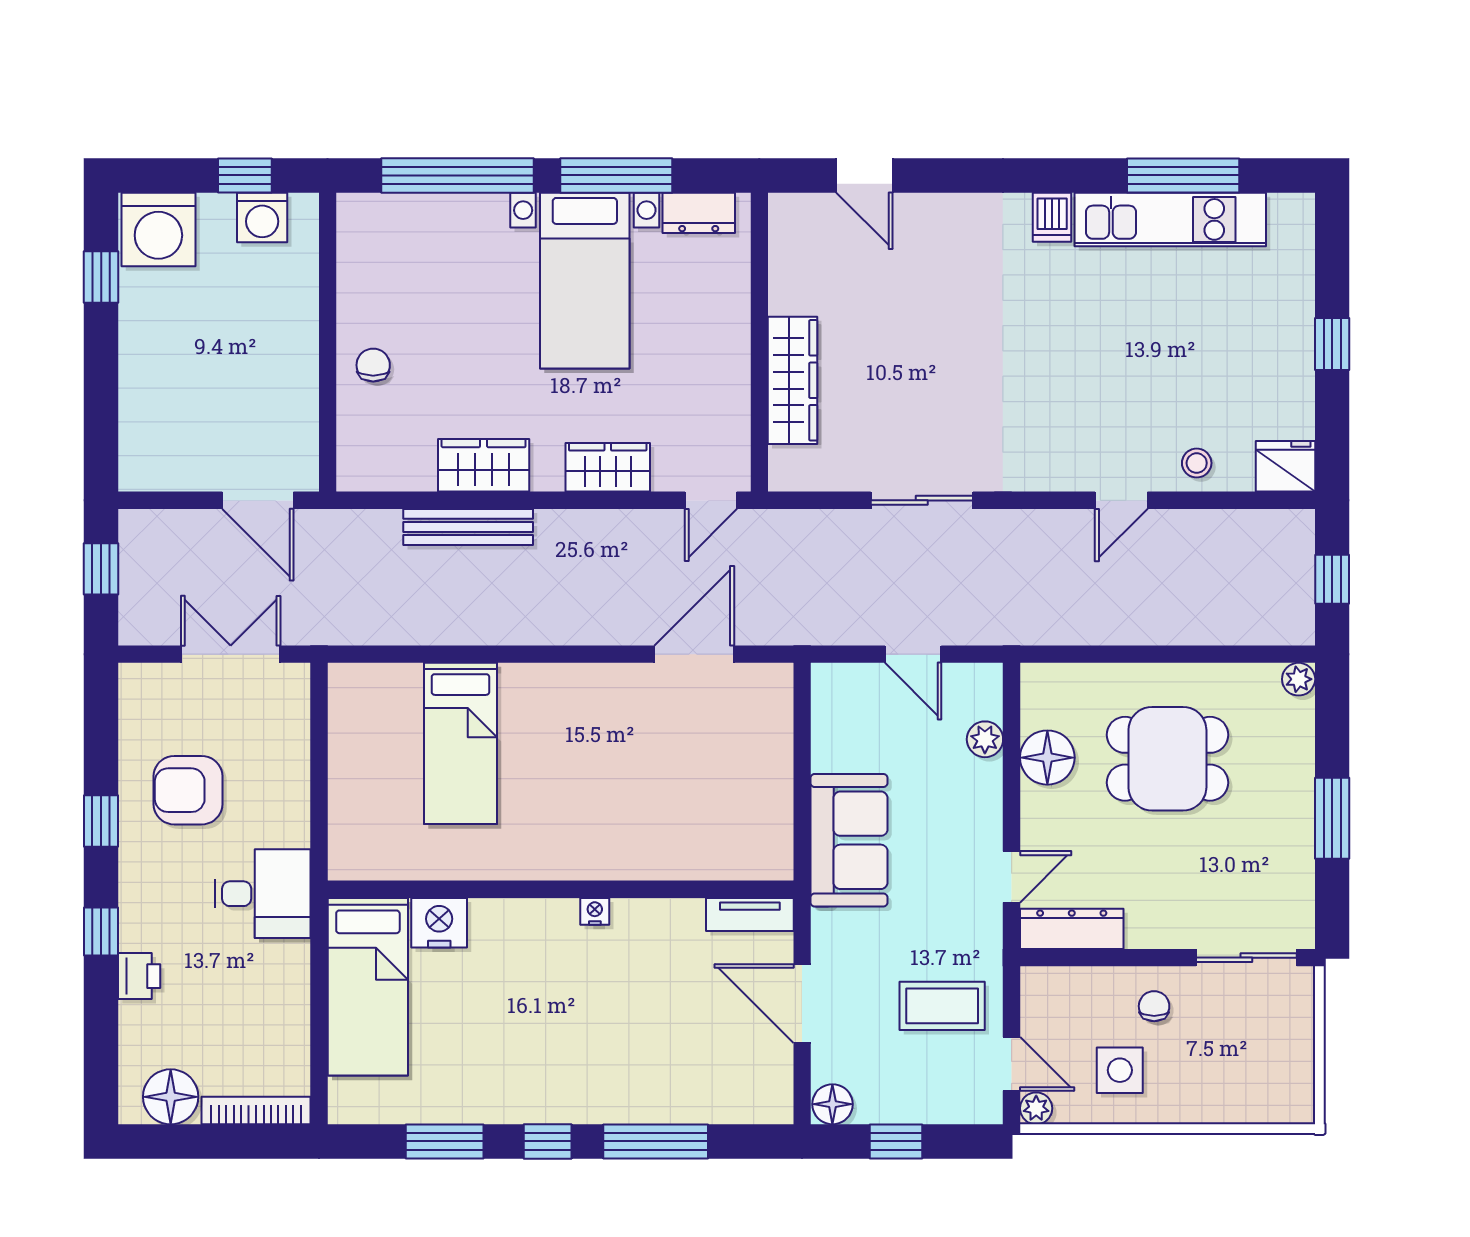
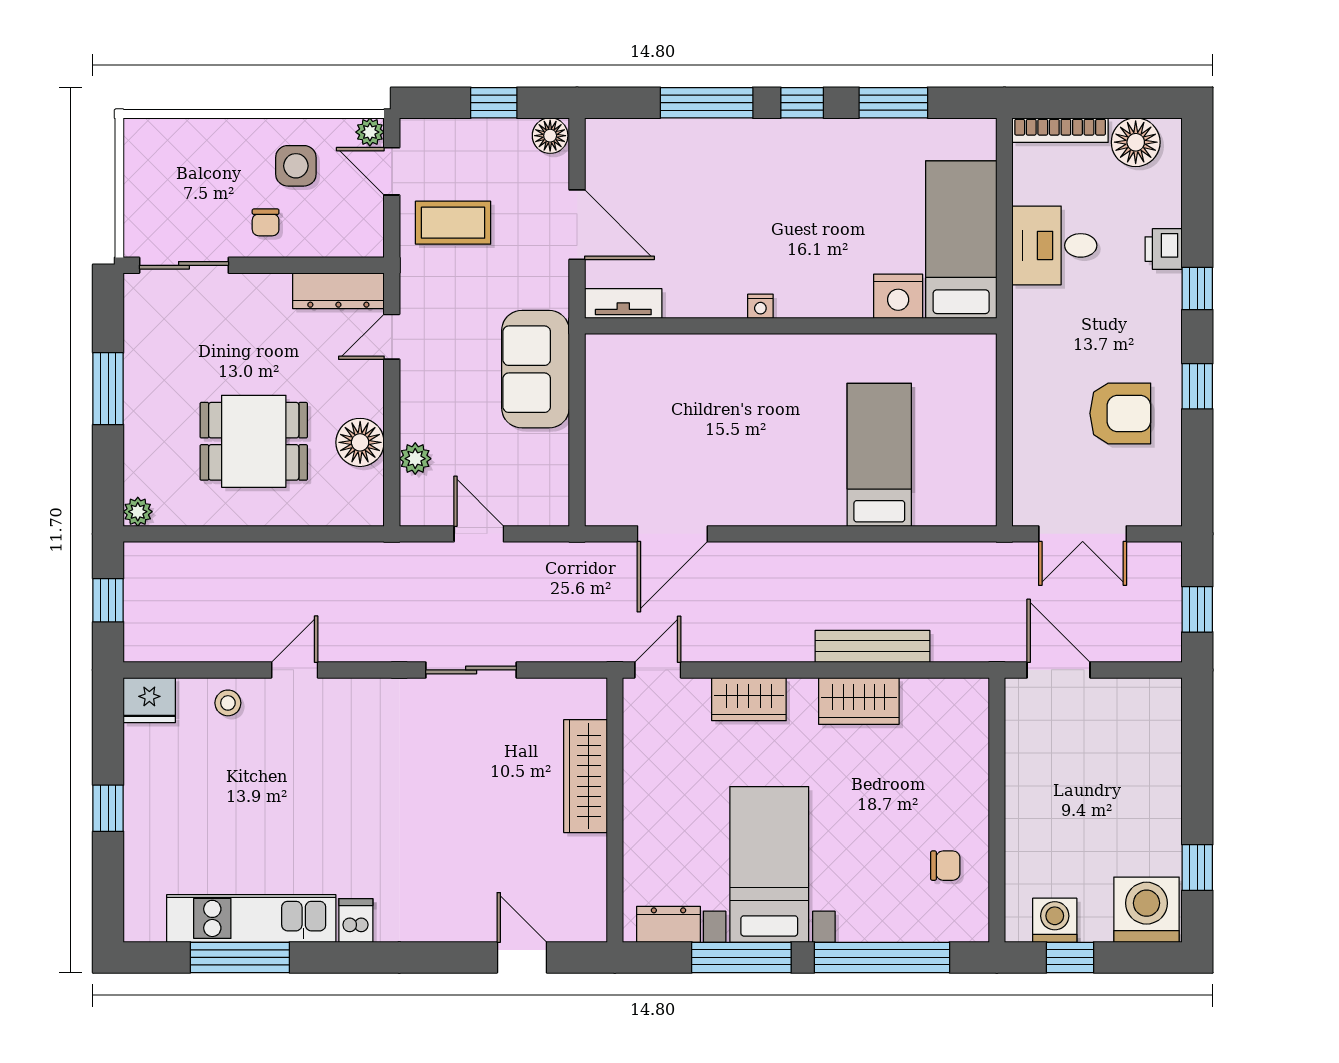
chair: (373, 365) -> (945, 866), moved, turned -90
desk: (263, 894) -> (1054, 245), moved

